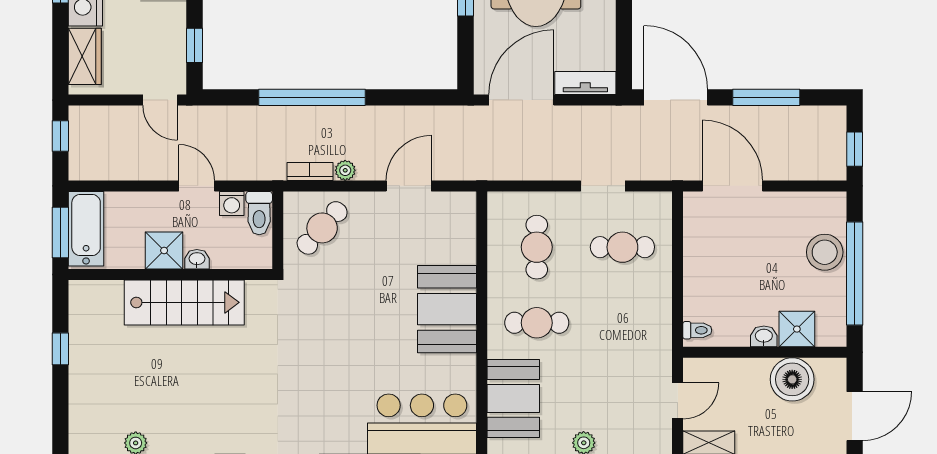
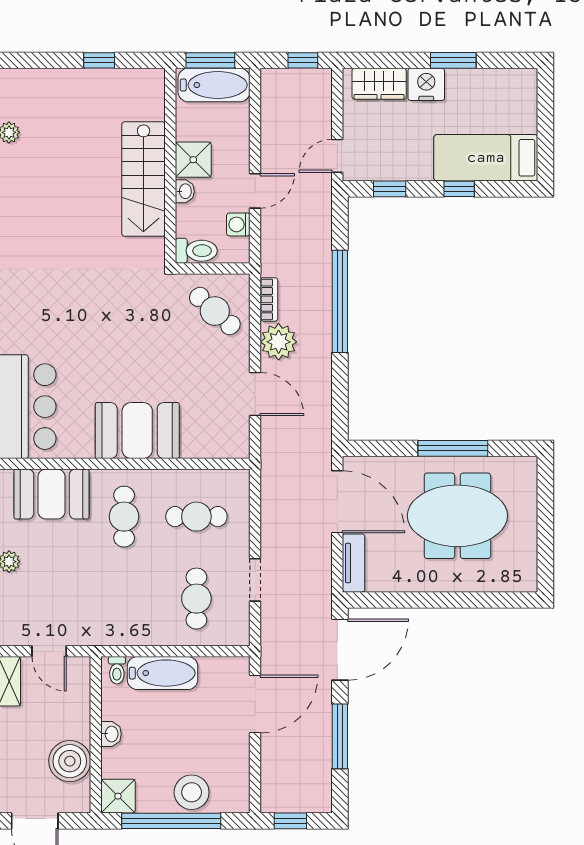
plant: (345, 170) -> (279, 342), width x1.87, depth x1.87
toilet: (259, 213) -> (196, 251), moved, turned 180
bathtub: (700, 283) -> (163, 673), added
shower: (797, 329) -> (118, 796), moved

